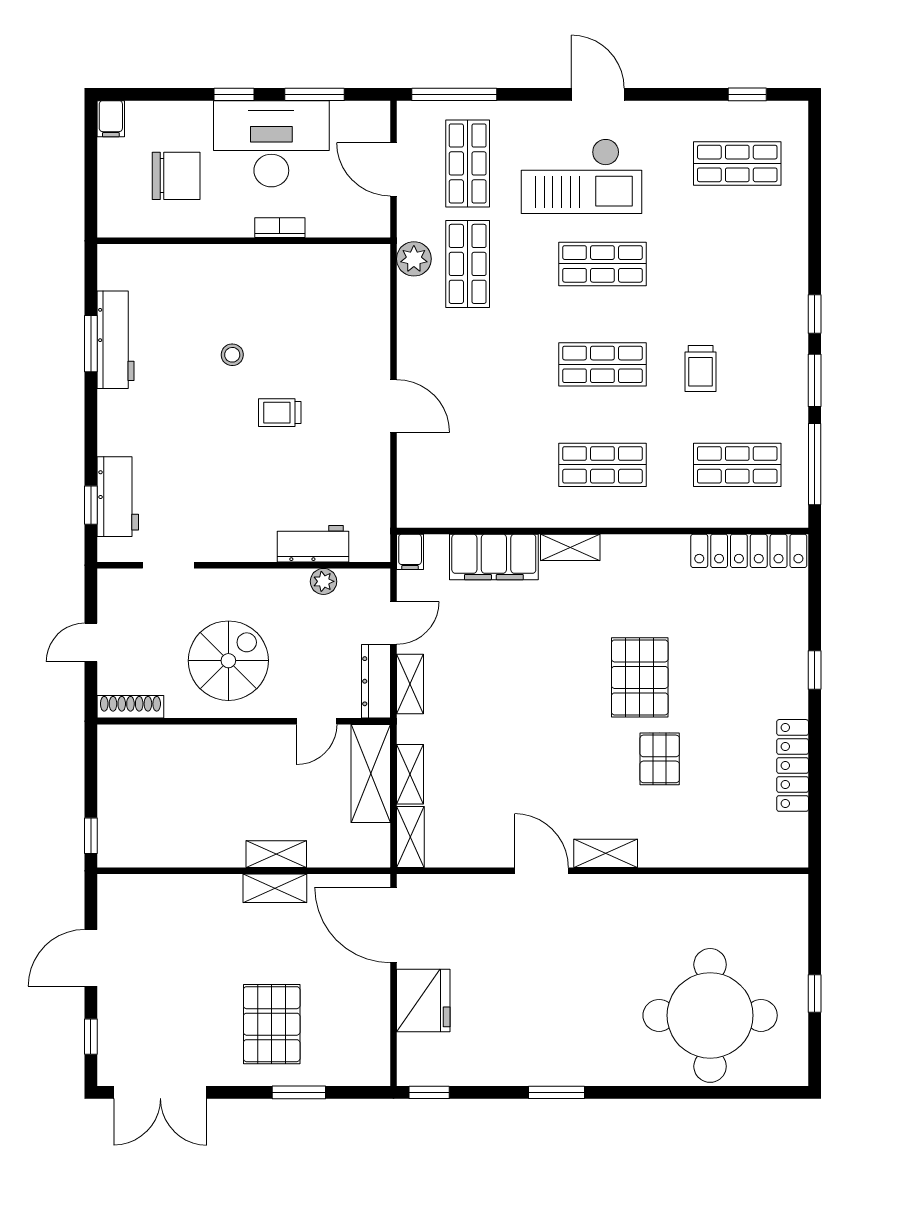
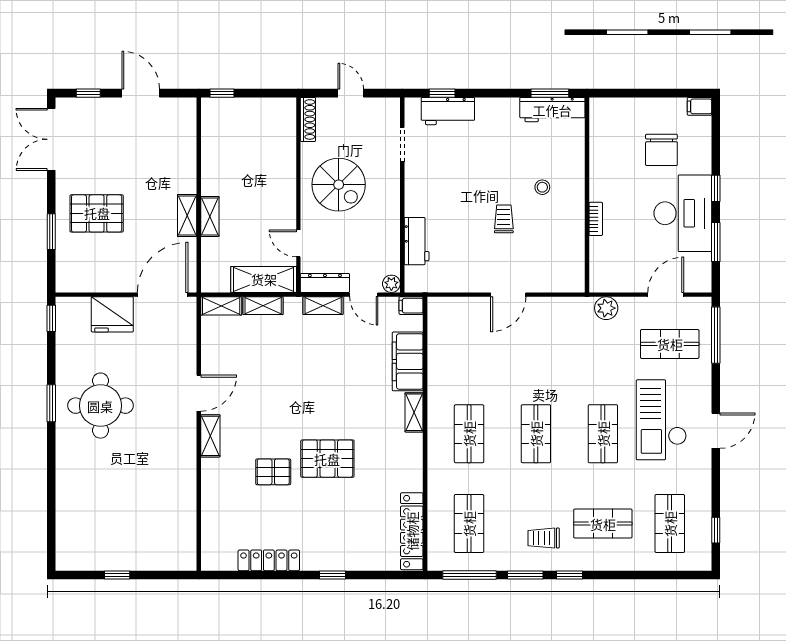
bookcase: (280, 228) -> (596, 219), moved
wall: (244, 241) -> (587, 195), moved
shop shelf: (468, 264) -> (603, 524), moved
trolley: (701, 369) -> (544, 538), moved
plant: (324, 581) -> (391, 284), moved
round table: (710, 1015) -> (100, 406), moved, width x0.73, depth x0.73

